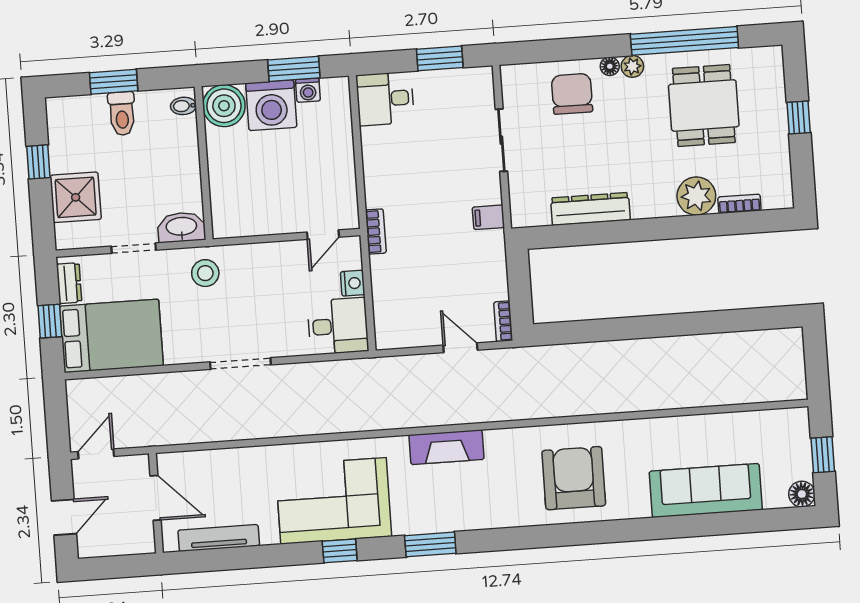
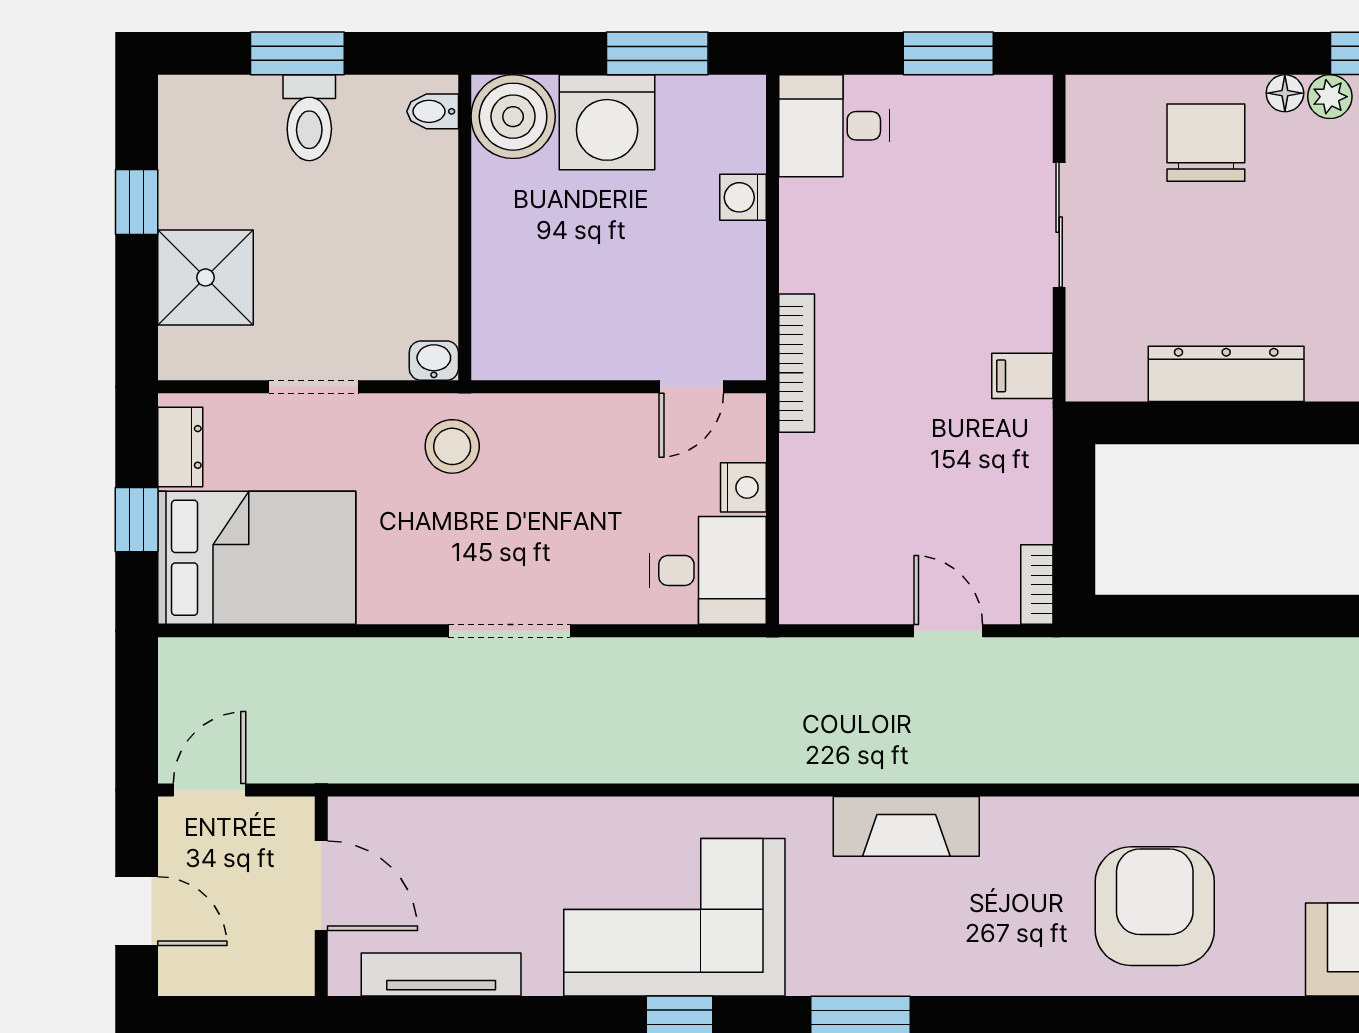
washing machine: (308, 90) -> (743, 197), moved, turned 90
washbasin: (181, 227) -> (434, 361), width x0.52, depth x0.69
bookcase: (376, 231) -> (797, 363), width x1.56
door: (64, 517) -> (137, 911), hinge flipped

